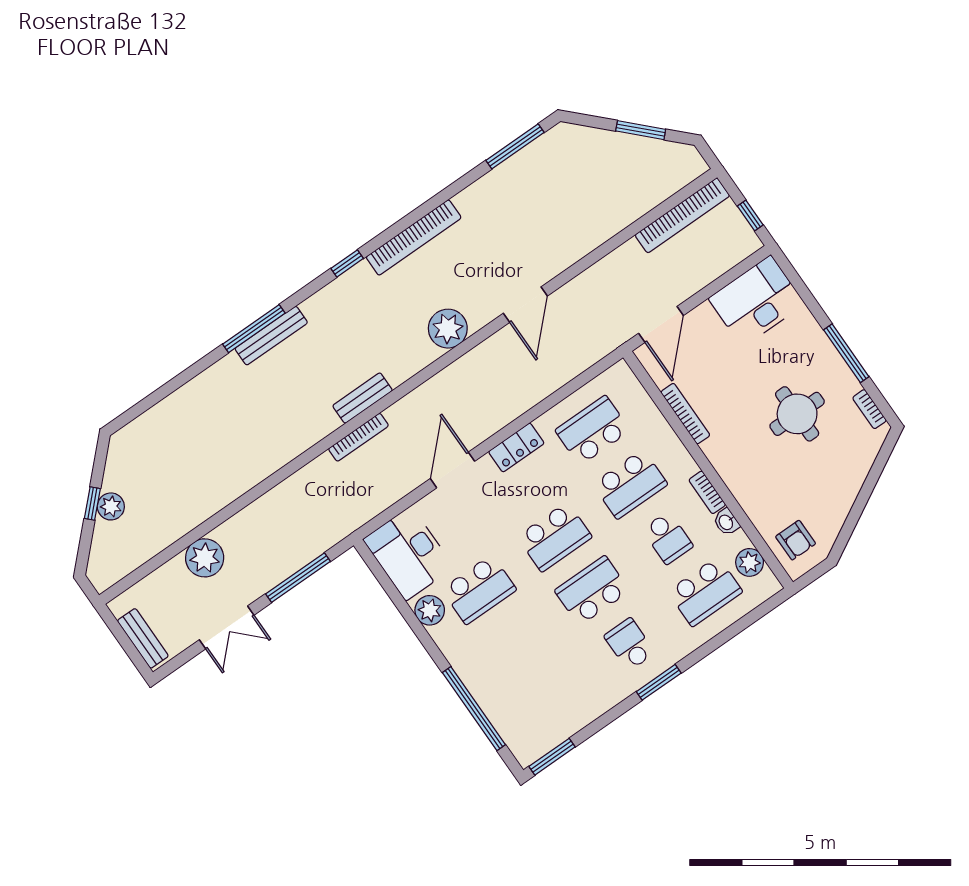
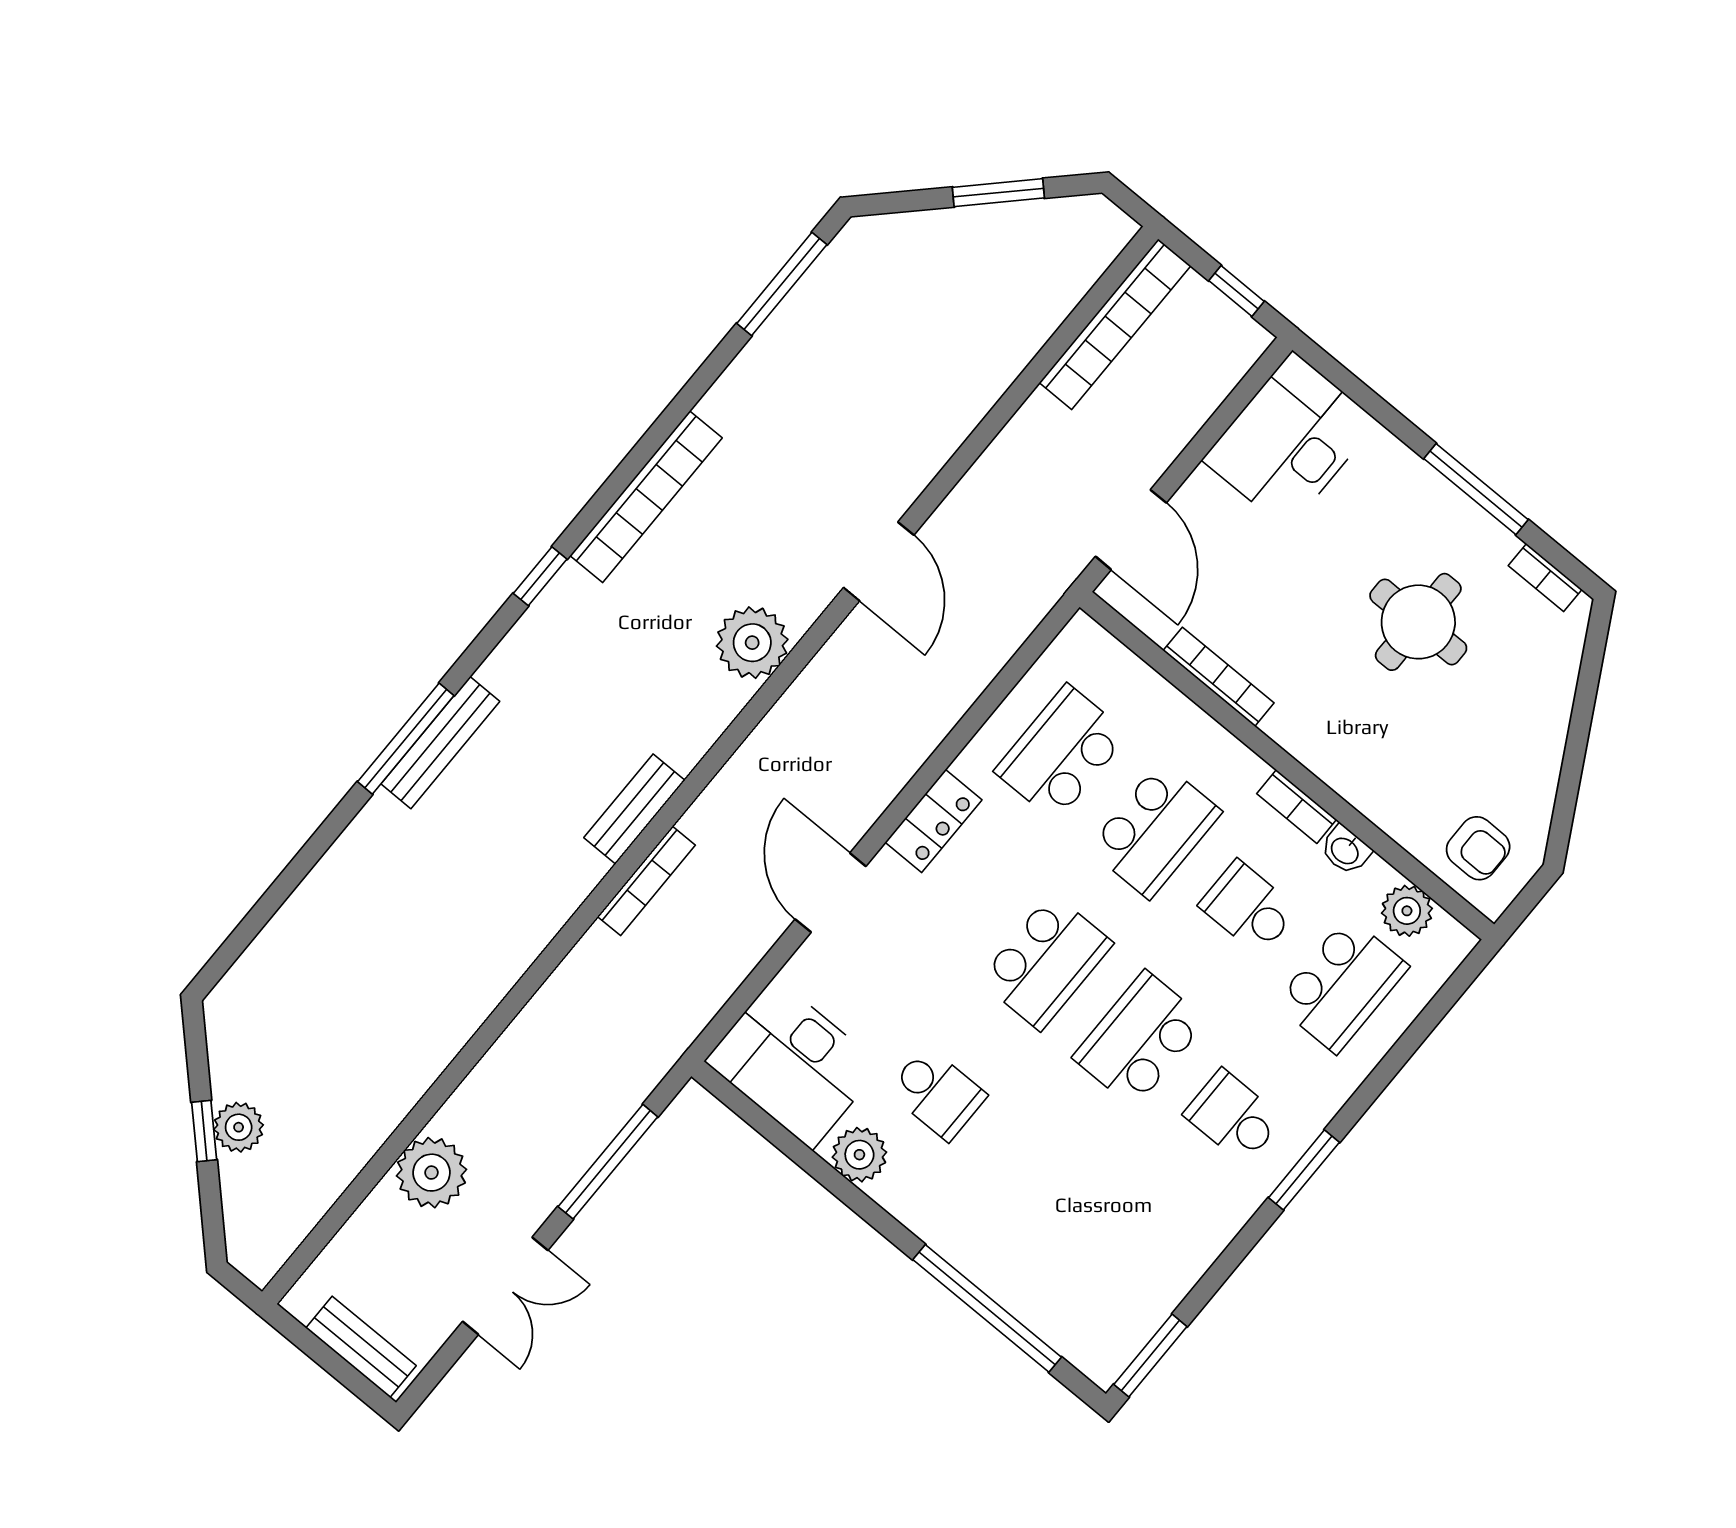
school desk: (668, 538) -> (1248, 908), turned 180
school desk: (479, 590) -> (937, 1093), width x0.54

